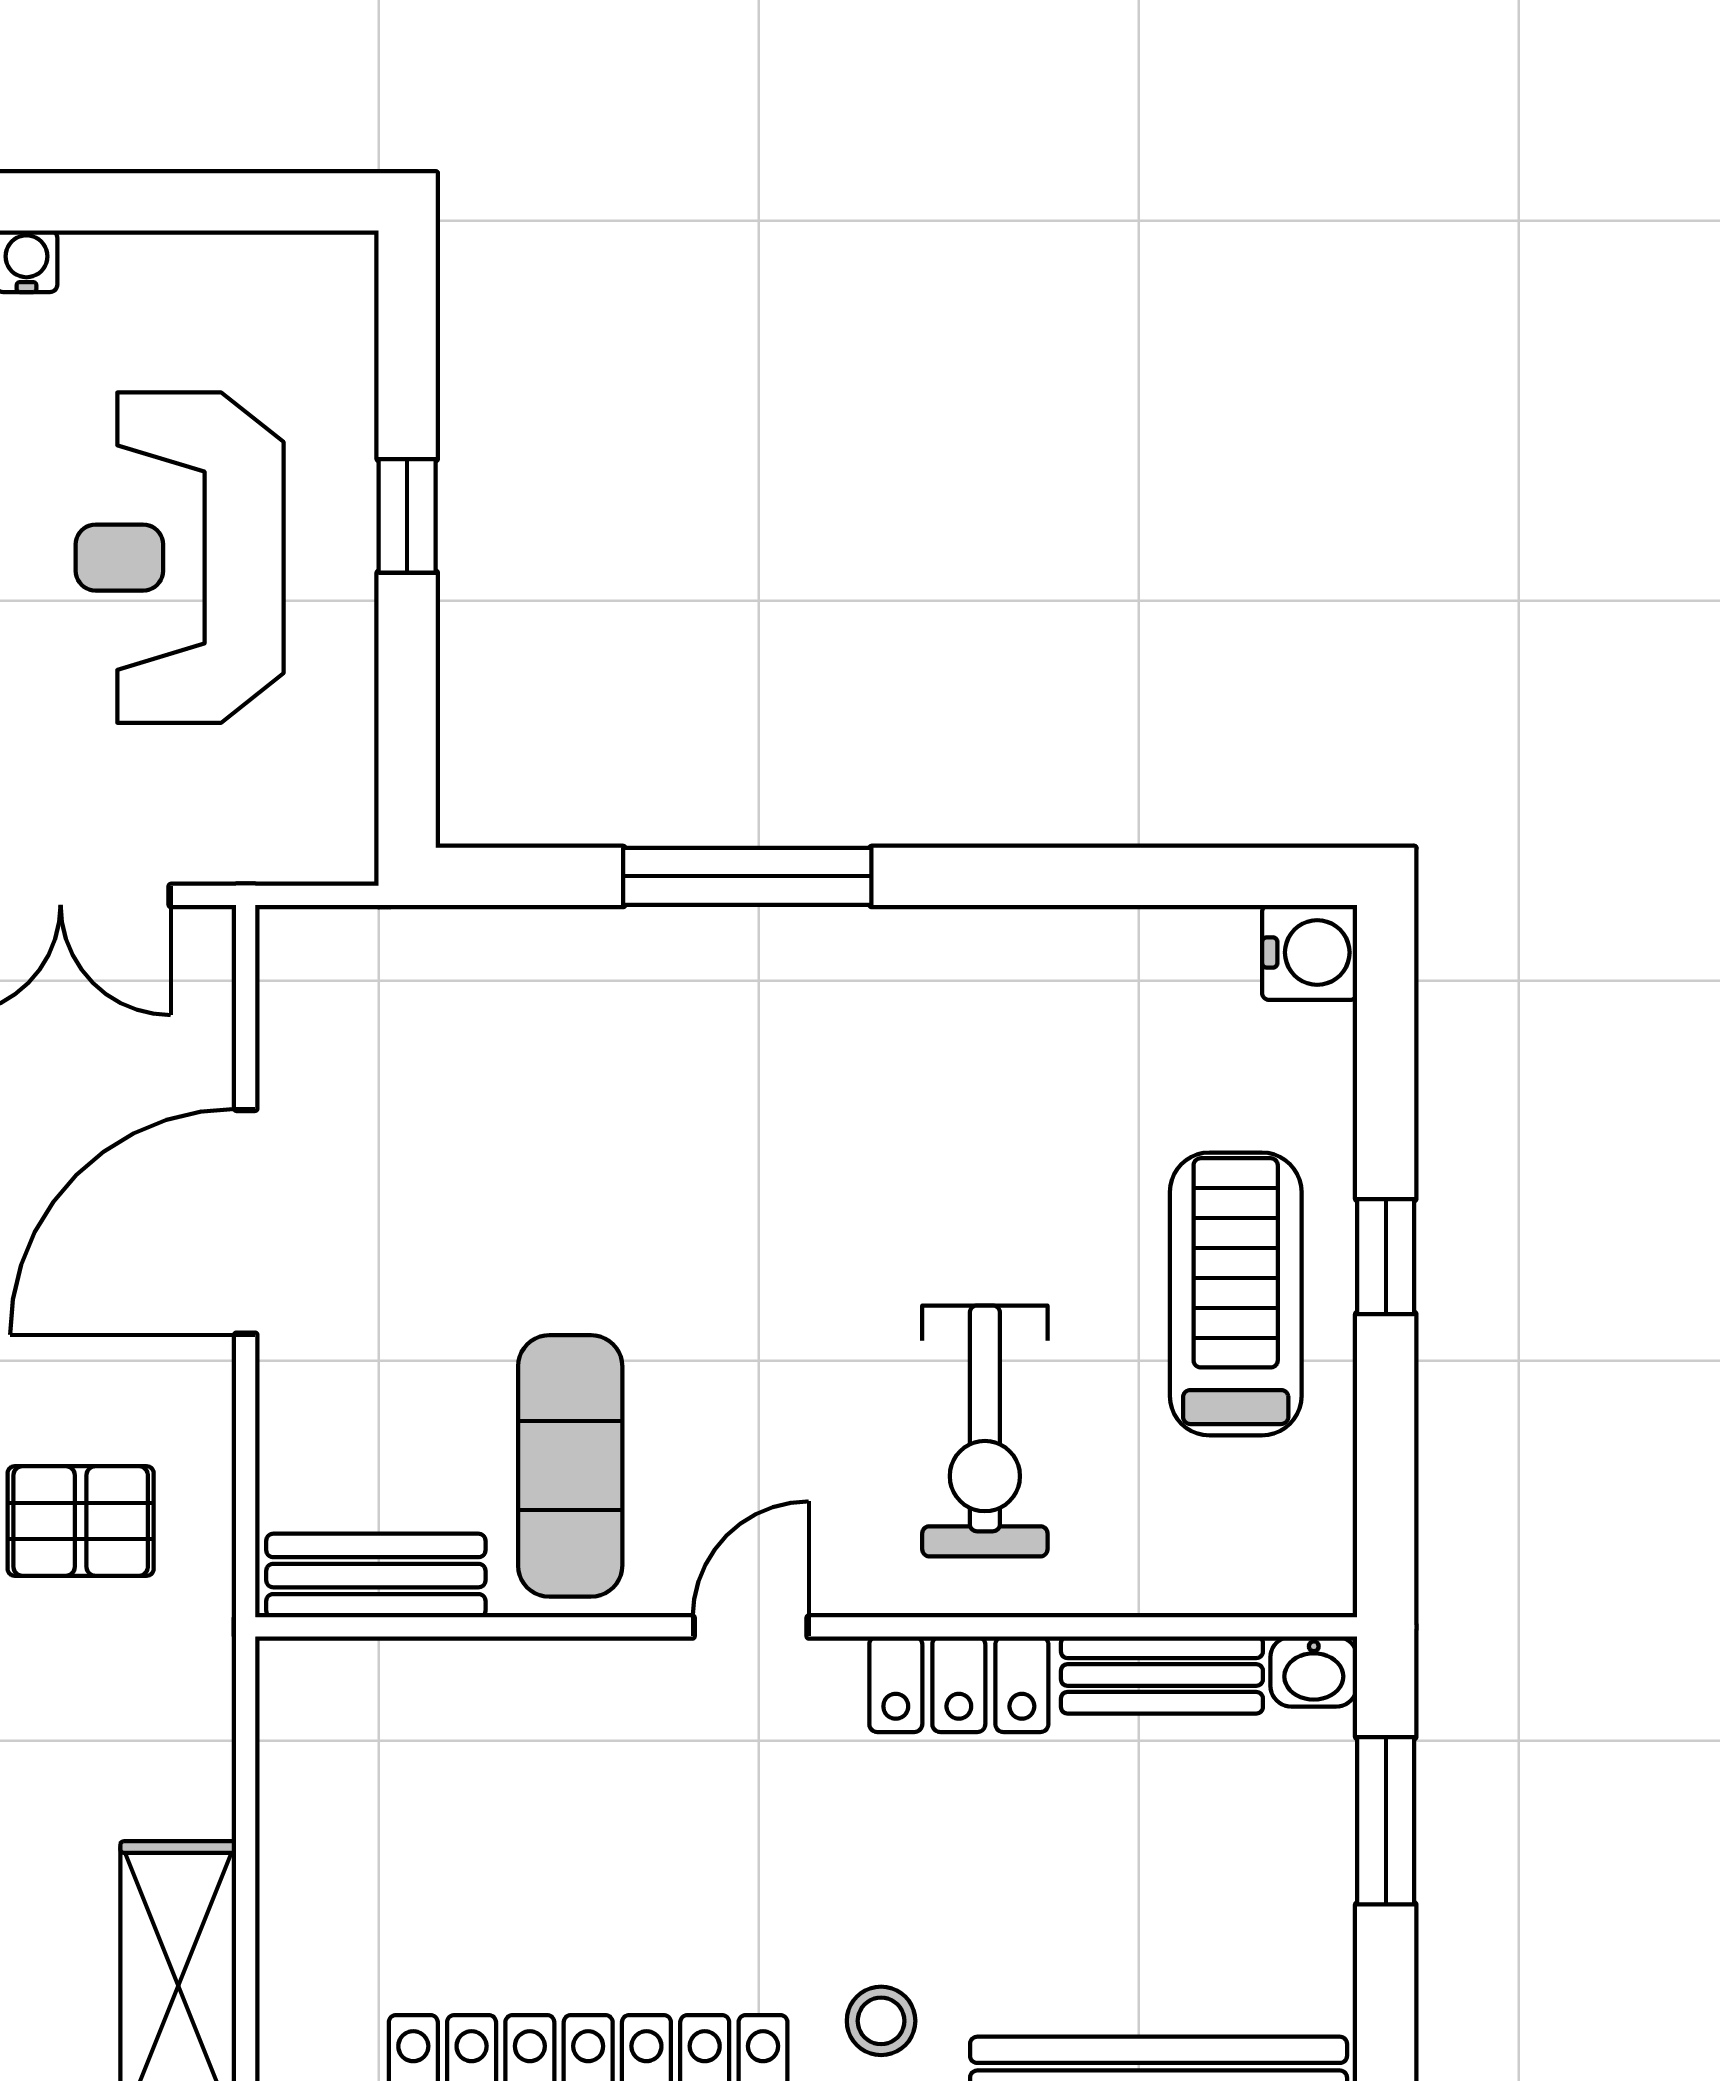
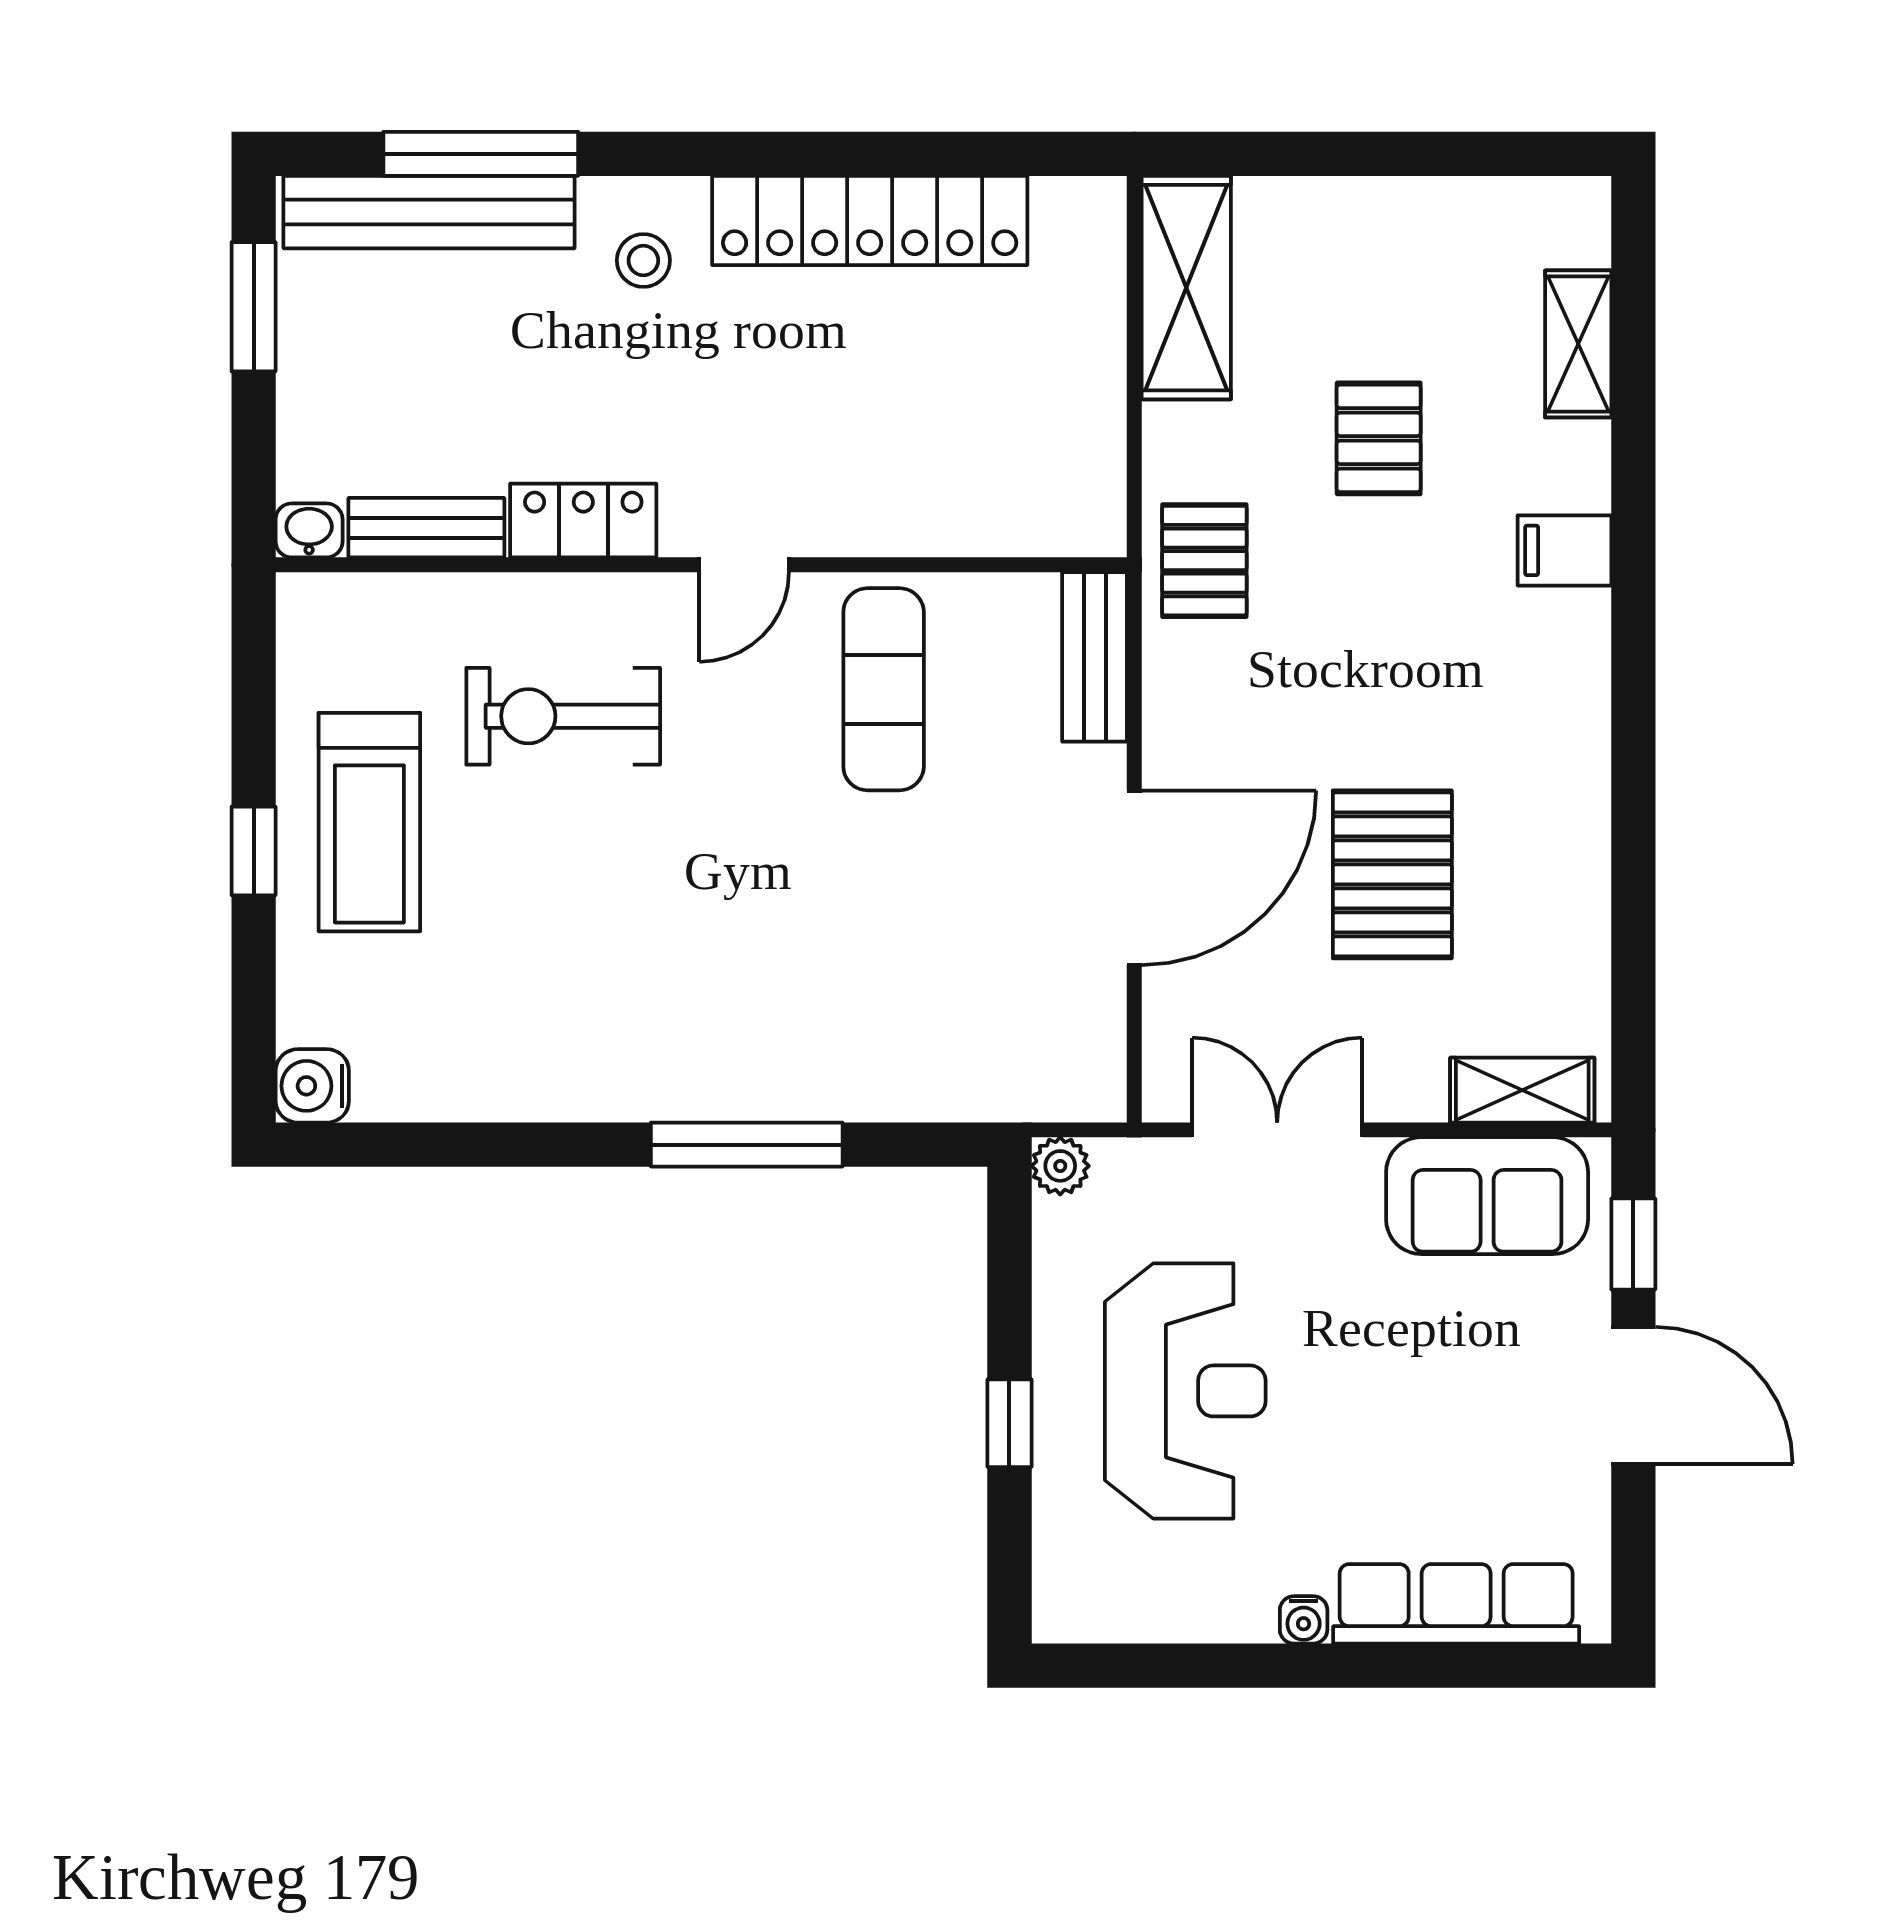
plant: (341, 849) -> (1060, 1166), added
exercise bike: (985, 1431) -> (563, 716), turned -90
pallet: (81, 1521) -> (1204, 561), moved, turned 90
bench: (376, 1576) -> (1095, 657), moved, turned 90
window: (1386, 1821) -> (254, 307), moved

